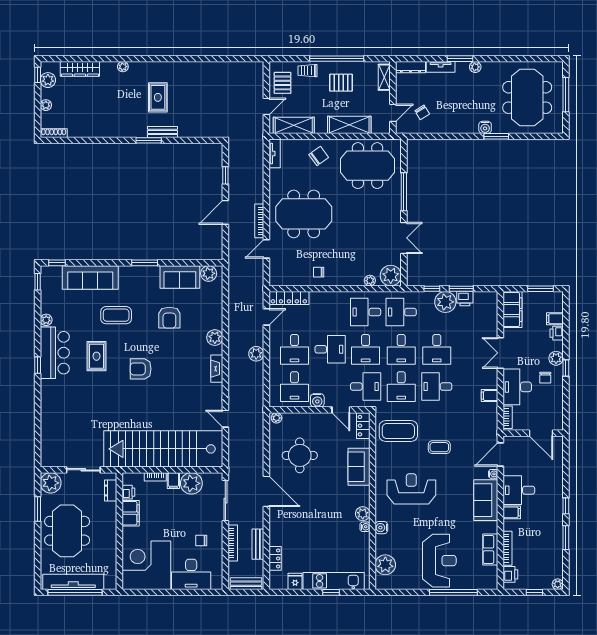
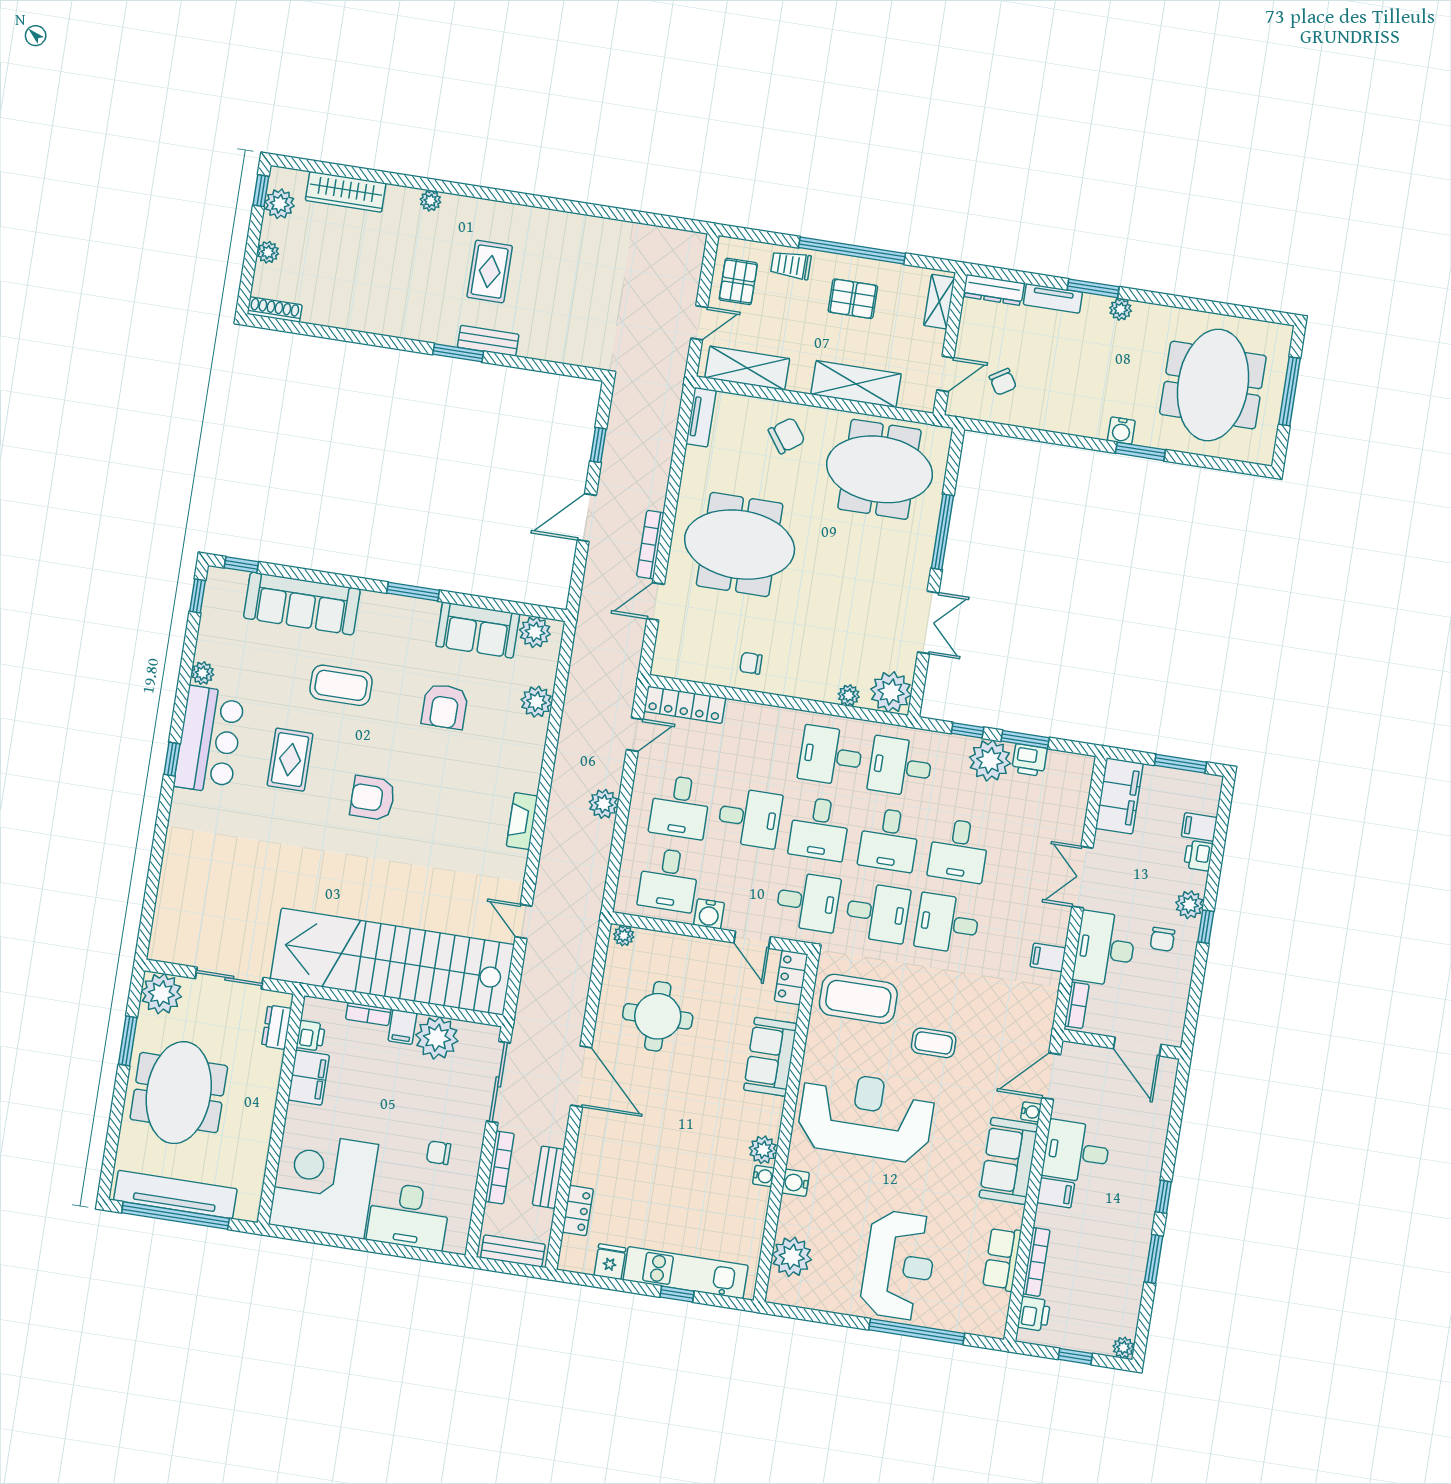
plant: (215, 338) -> (537, 702), moved
desk: (401, 387) -> (878, 913), turned -90
reception desk: (411, 489) -> (866, 1116), width x1.36, depth x1.30

